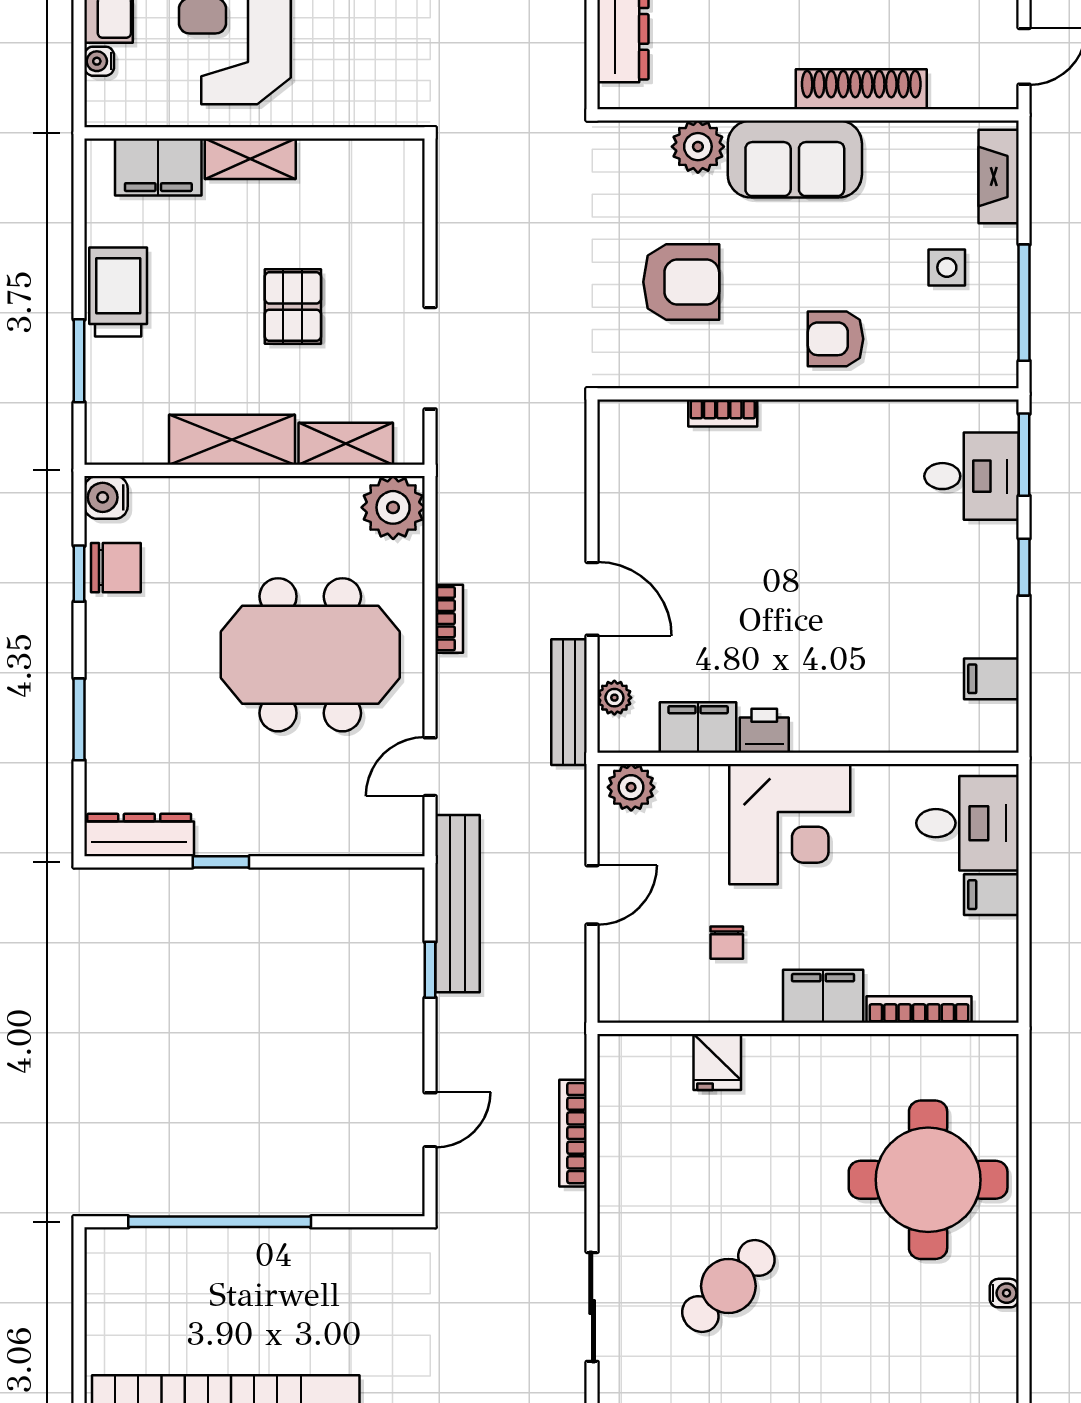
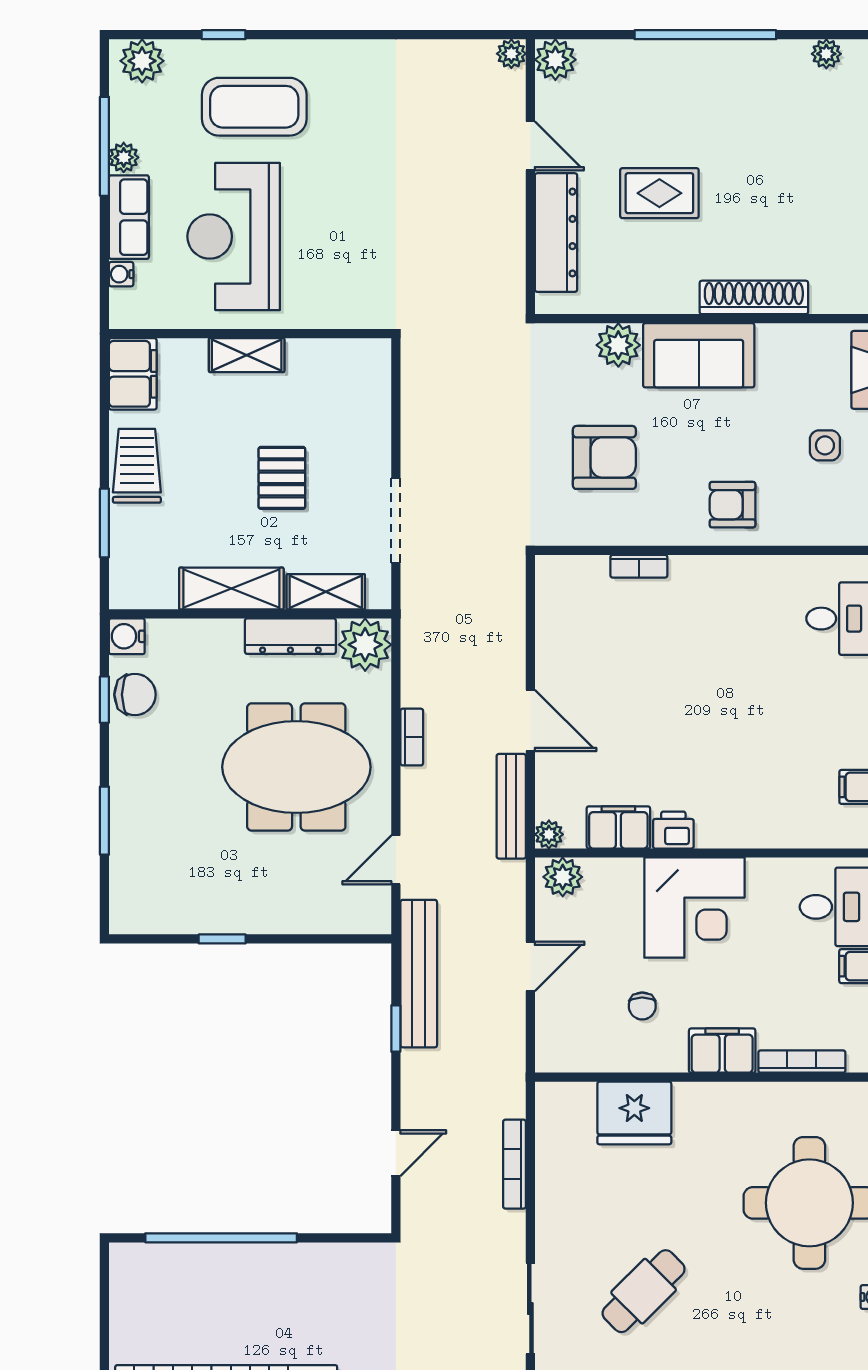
filing cabinet: (158, 167) -> (133, 374), moved, turned -90
plant: (614, 698) -> (549, 834), moved
dresser: (139, 835) -> (290, 636), moved, turned 180
fridge: (717, 1062) -> (634, 1113), width x1.88, depth x1.34

